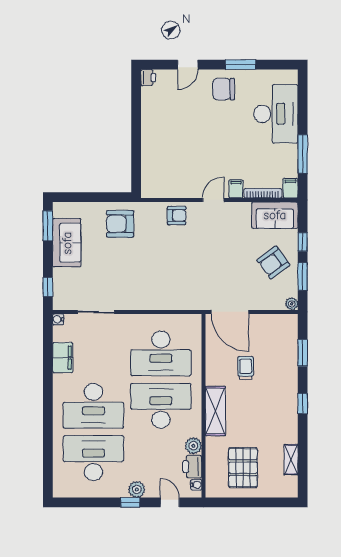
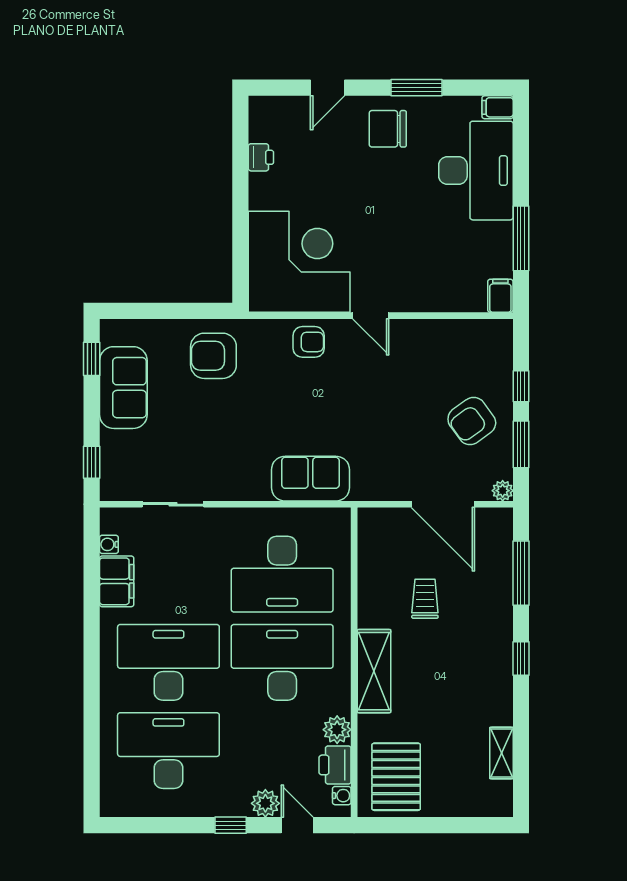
printer: (148, 78) -> (261, 157), moved
corner desk: (171, 168) -> (299, 262), added
filing cabinet: (236, 189) -> (498, 107), moved, turned -90
bookcase: (263, 193) -> (454, 304), removed
door: (213, 200) -> (371, 316), swing flipped
sofa: (275, 215) -> (310, 479), moved, turned 180
window: (48, 226) -> (92, 359), width x0.67
door: (230, 312) -> (443, 504), moved
water cooler: (58, 319) -> (109, 544), moved
window: (303, 353) -> (521, 573), width x1.44
desk: (93, 406) -> (168, 662), turned 180
pallet: (243, 468) -> (396, 777), moved
plant: (137, 489) -> (265, 803), moved

